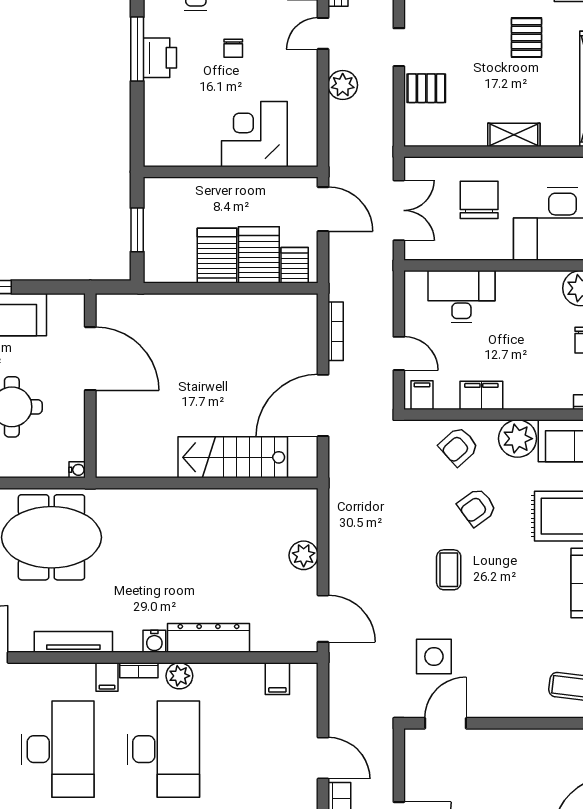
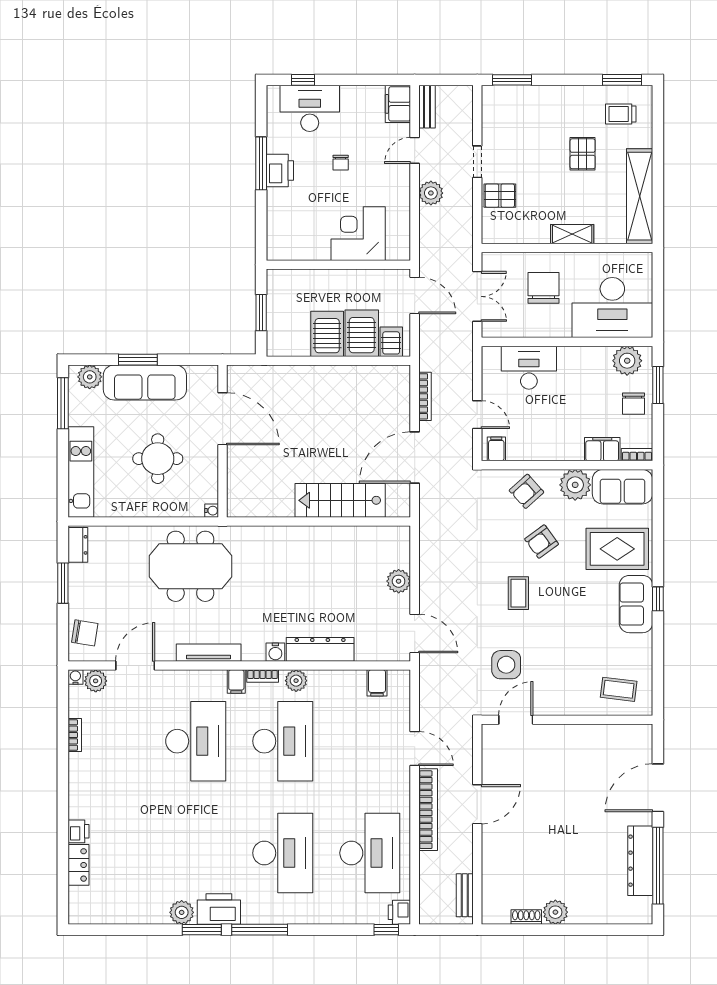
filing cabinet: (481, 395) -> (602, 449), moved

